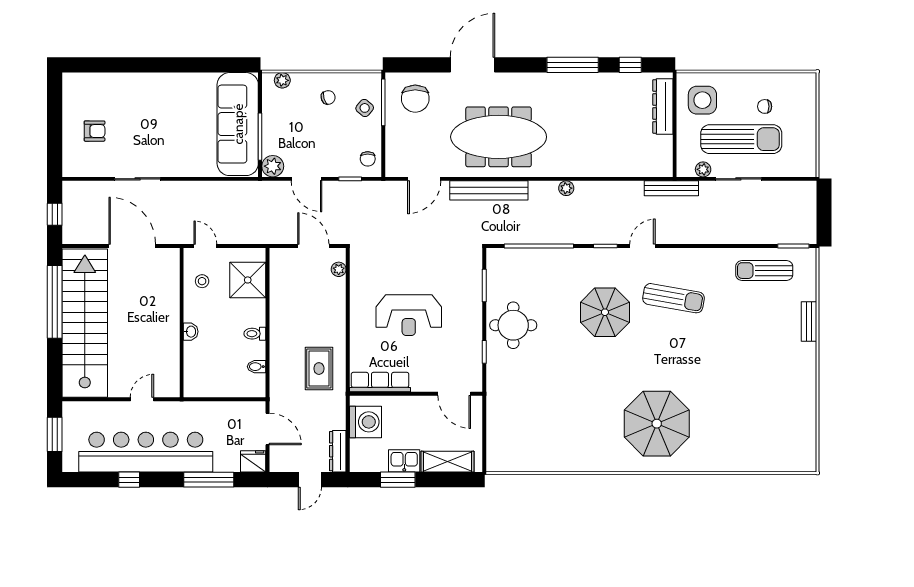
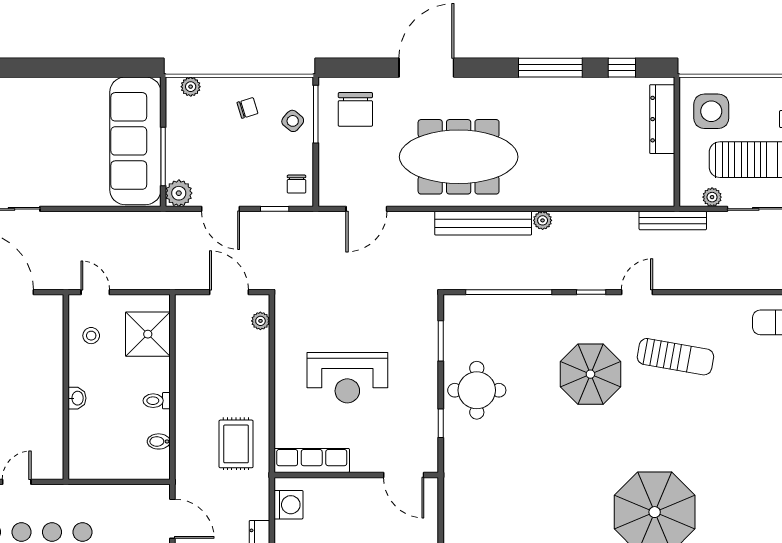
bench: (489, 190) -> (483, 223), moved
washing machine: (366, 422) -> (289, 505), width x0.73, depth x0.73

